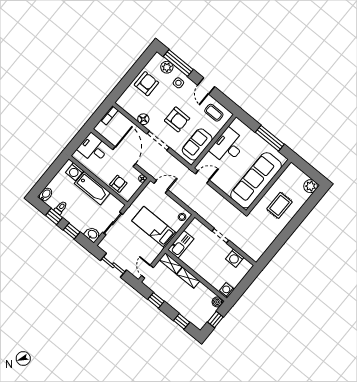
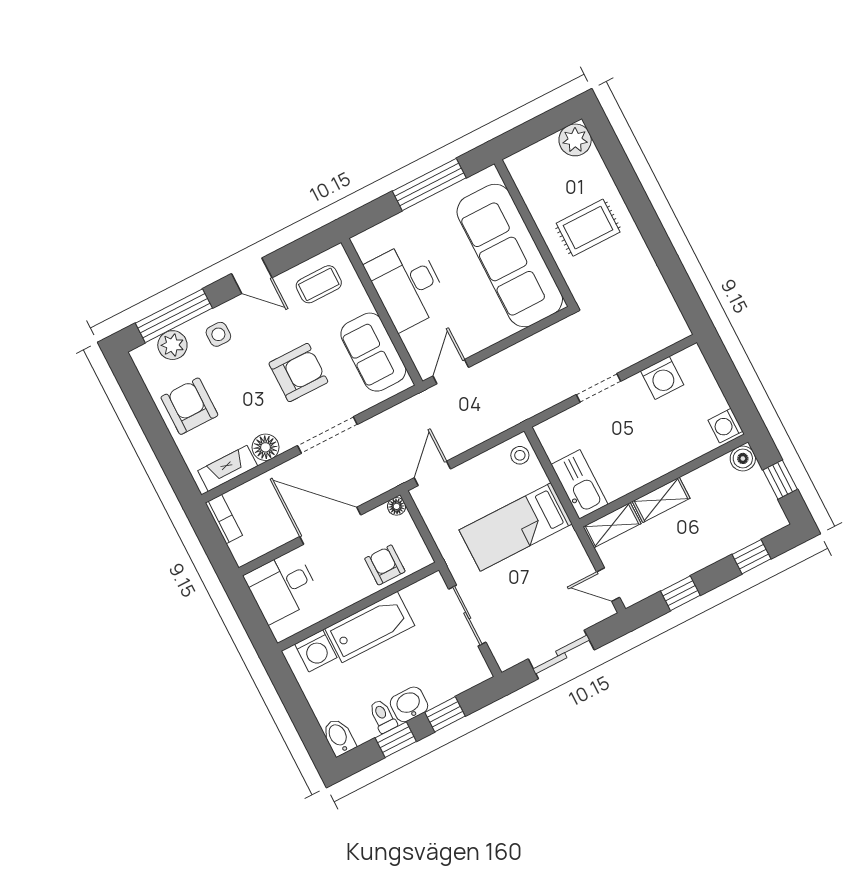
fireplace: (129, 108) -> (228, 468), added
rug: (279, 205) -> (588, 228), turned 90
washbasin: (92, 234) -> (409, 704), moved

